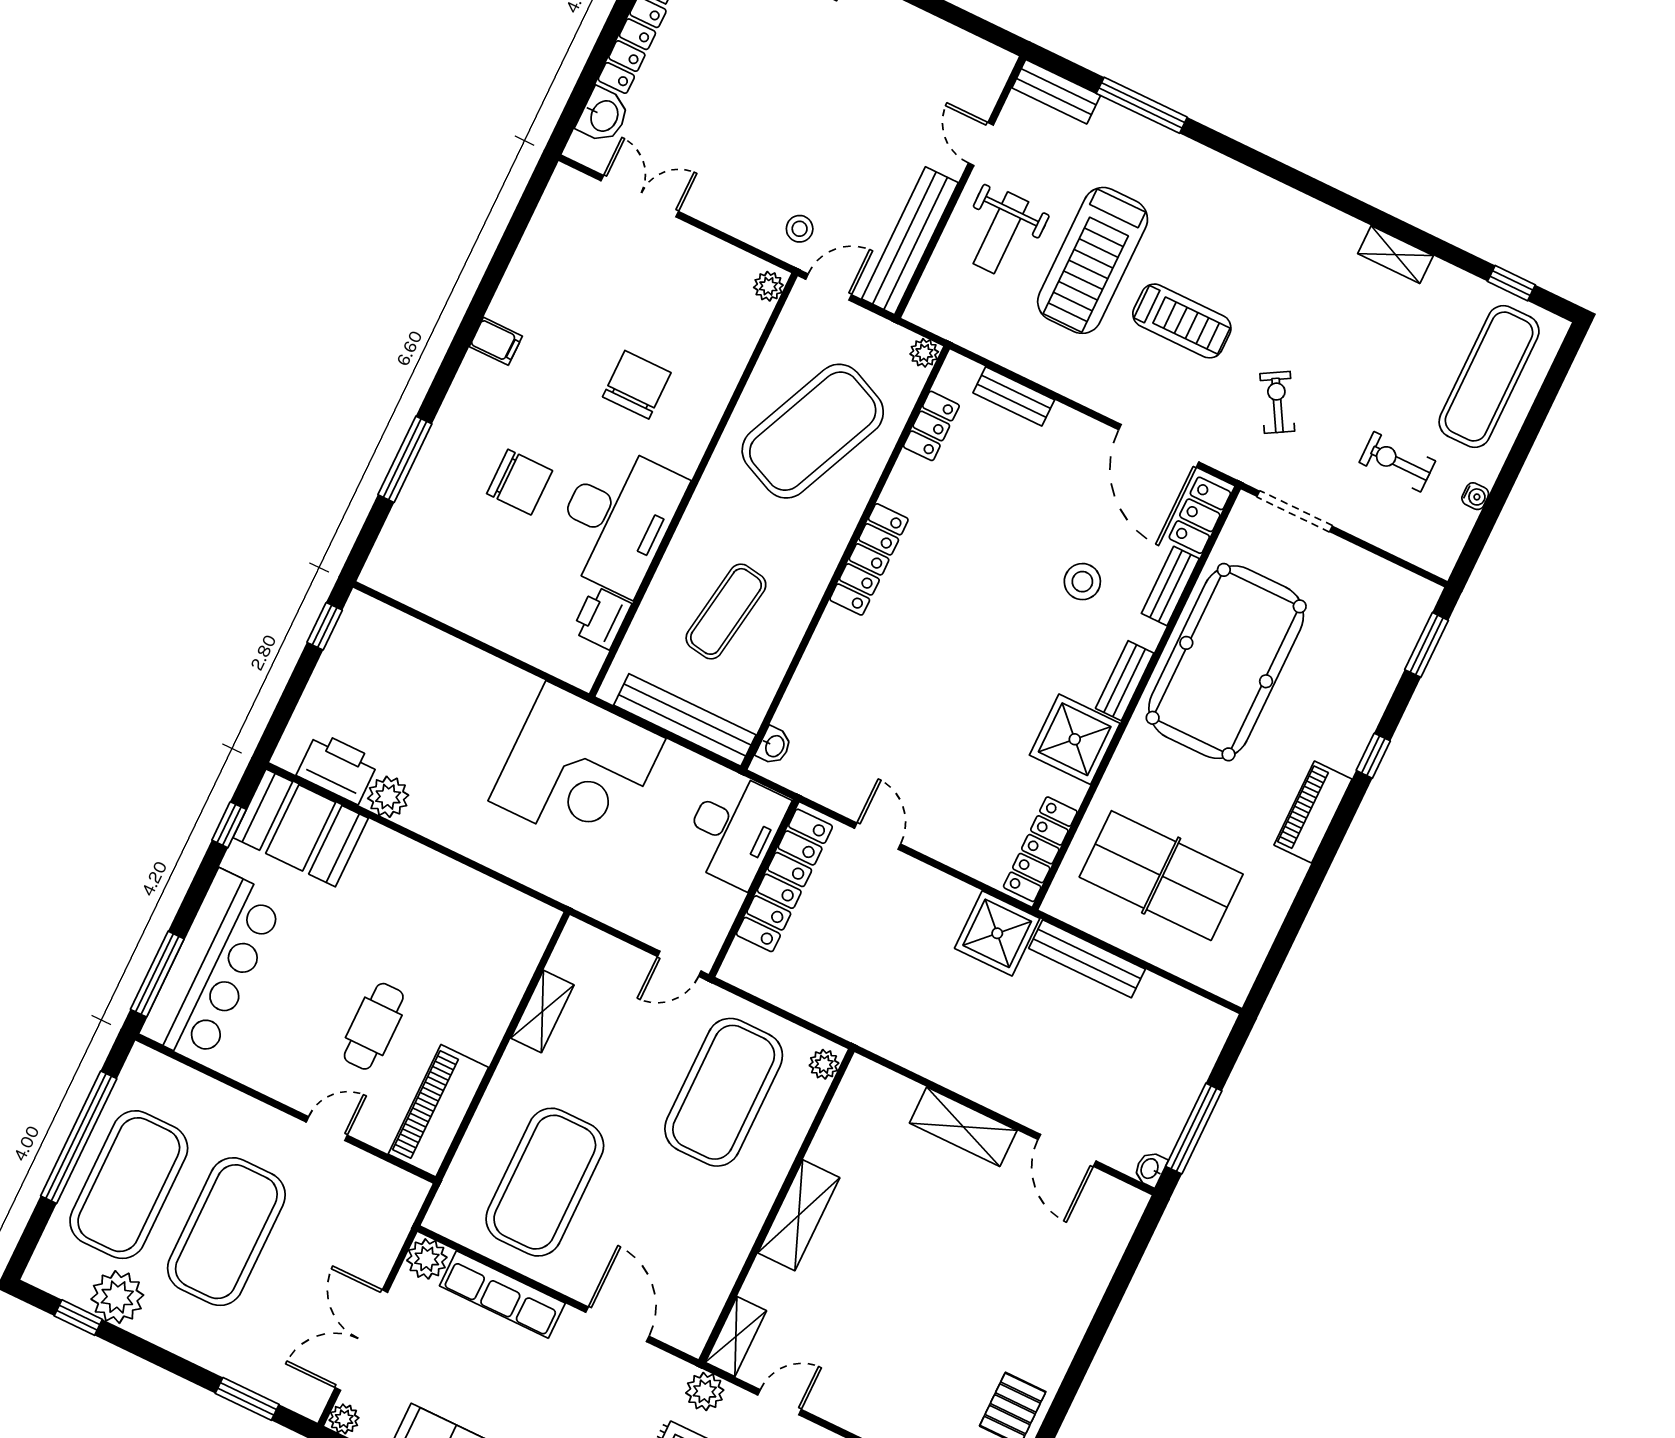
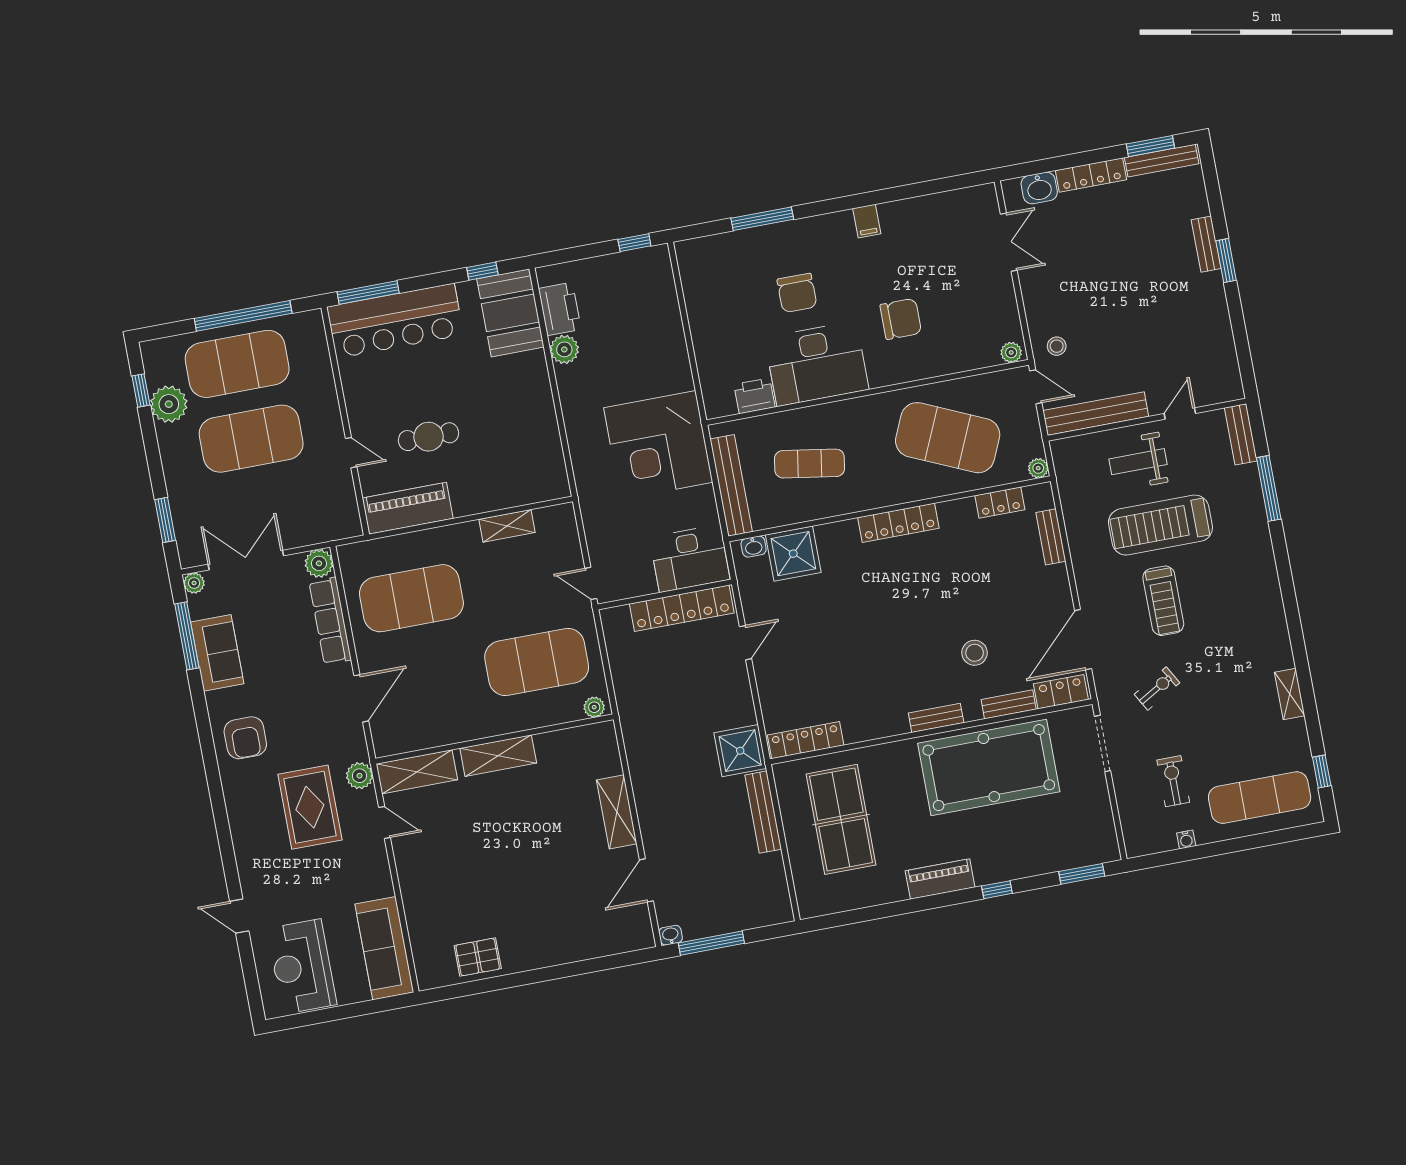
shower: (1075, 739) -> (793, 554), moved
shelving: (736, 1336) -> (417, 772), width x1.50, depth x1.33

